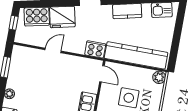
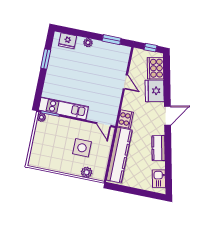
door: (102, 74) -> (104, 125), hinge flipped
plant: (159, 77) -> (87, 172), moved

